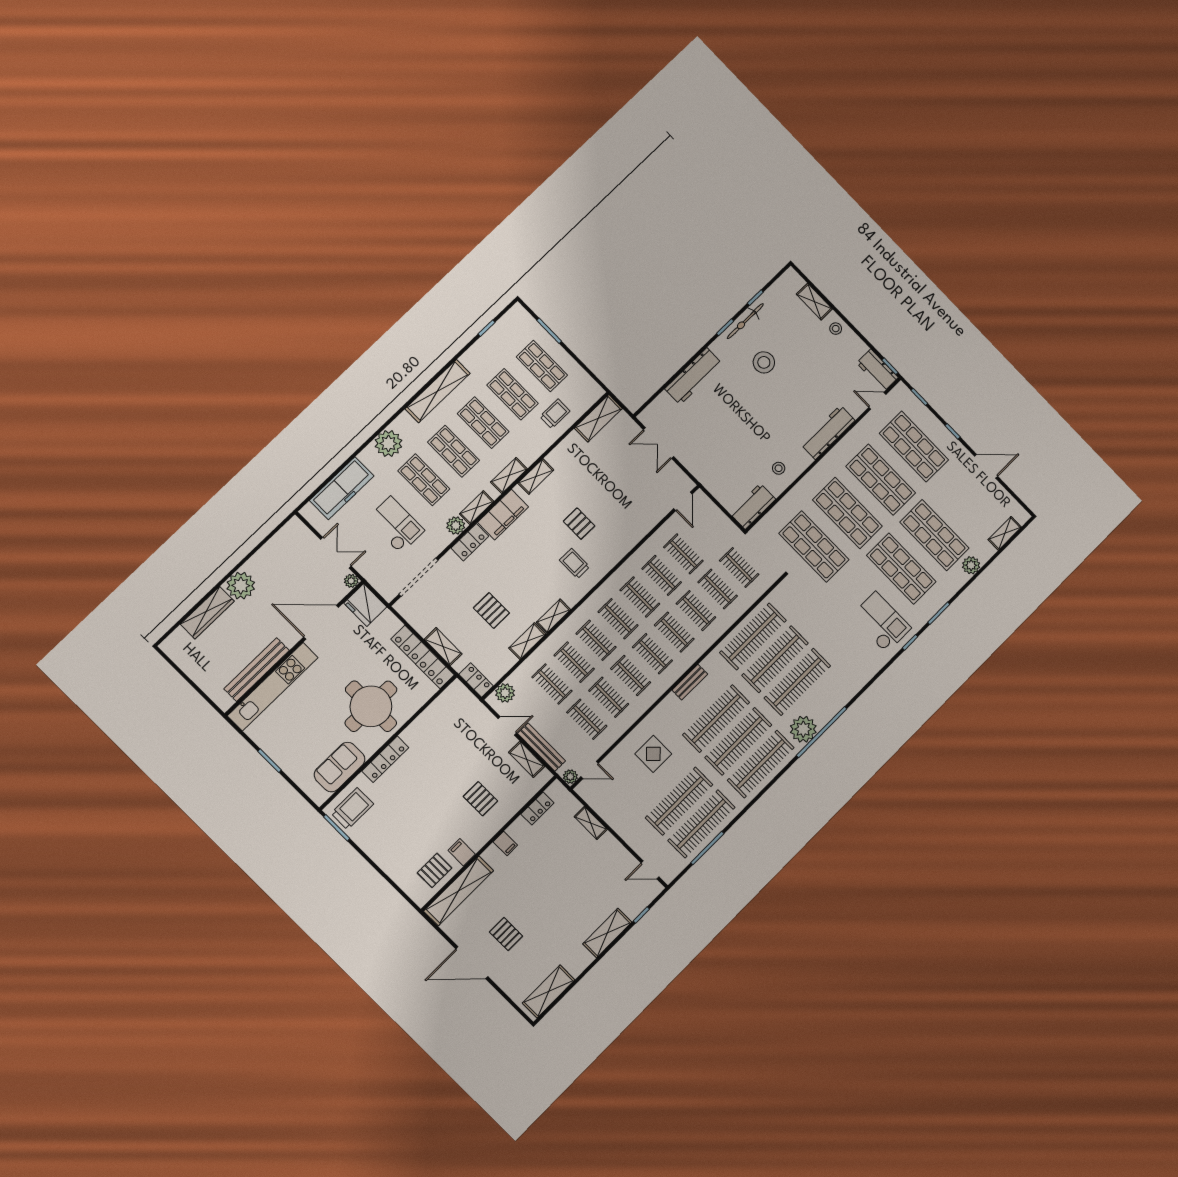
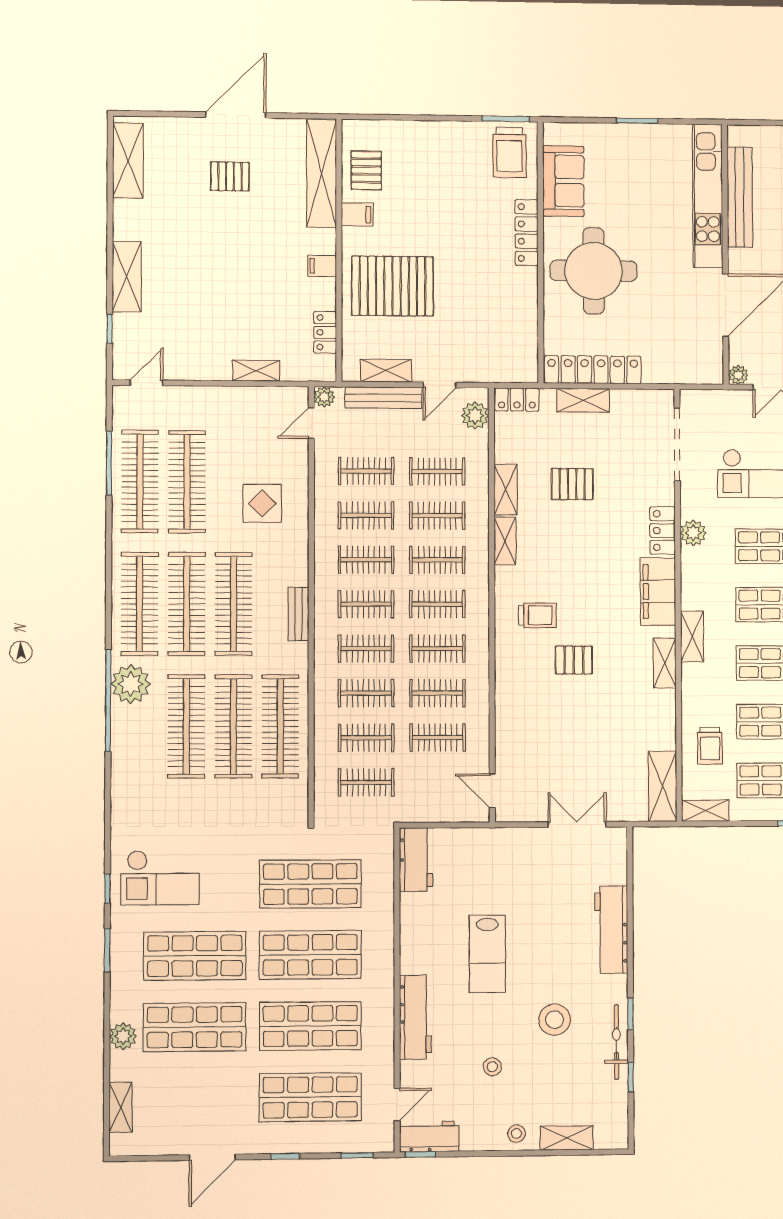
lab bench: (764, 427) -> (487, 954), added
stool: (779, 468) -> (492, 1067), moved
shelving: (477, 508) -> (705, 811), moved, turned 90
fridge: (365, 605) -> (701, 365), removed
pallet: (480, 799) -> (392, 286), width x2.05, depth x2.00

